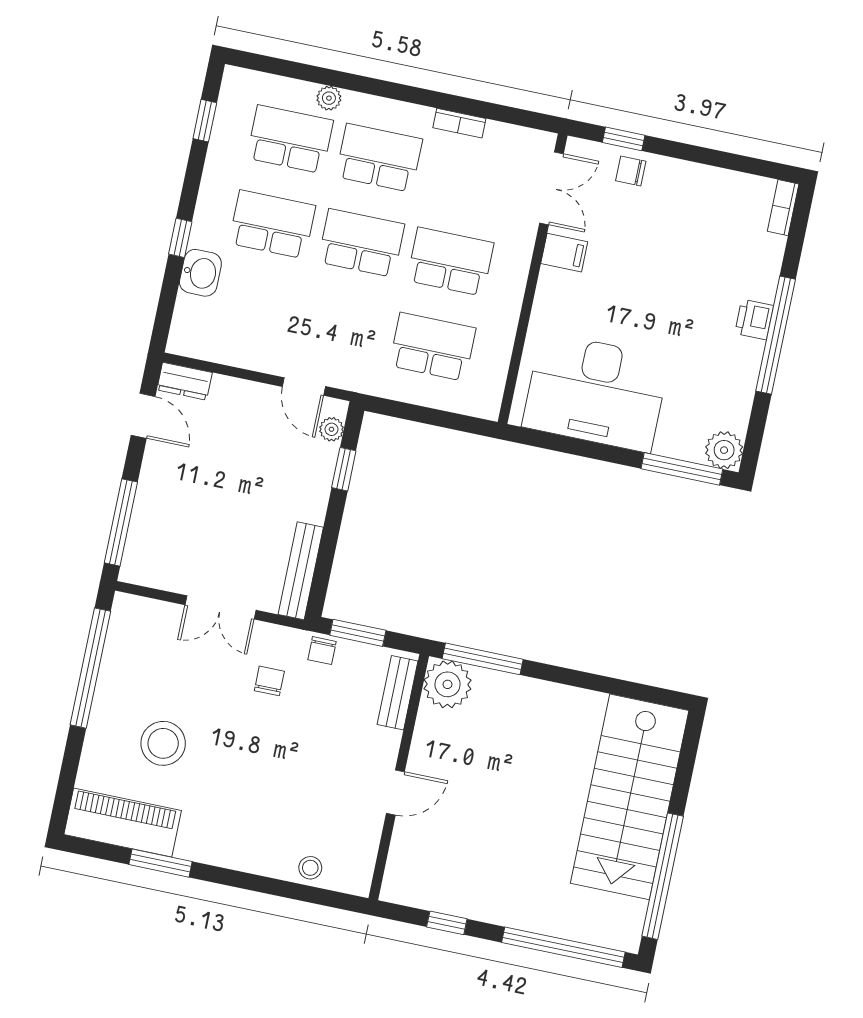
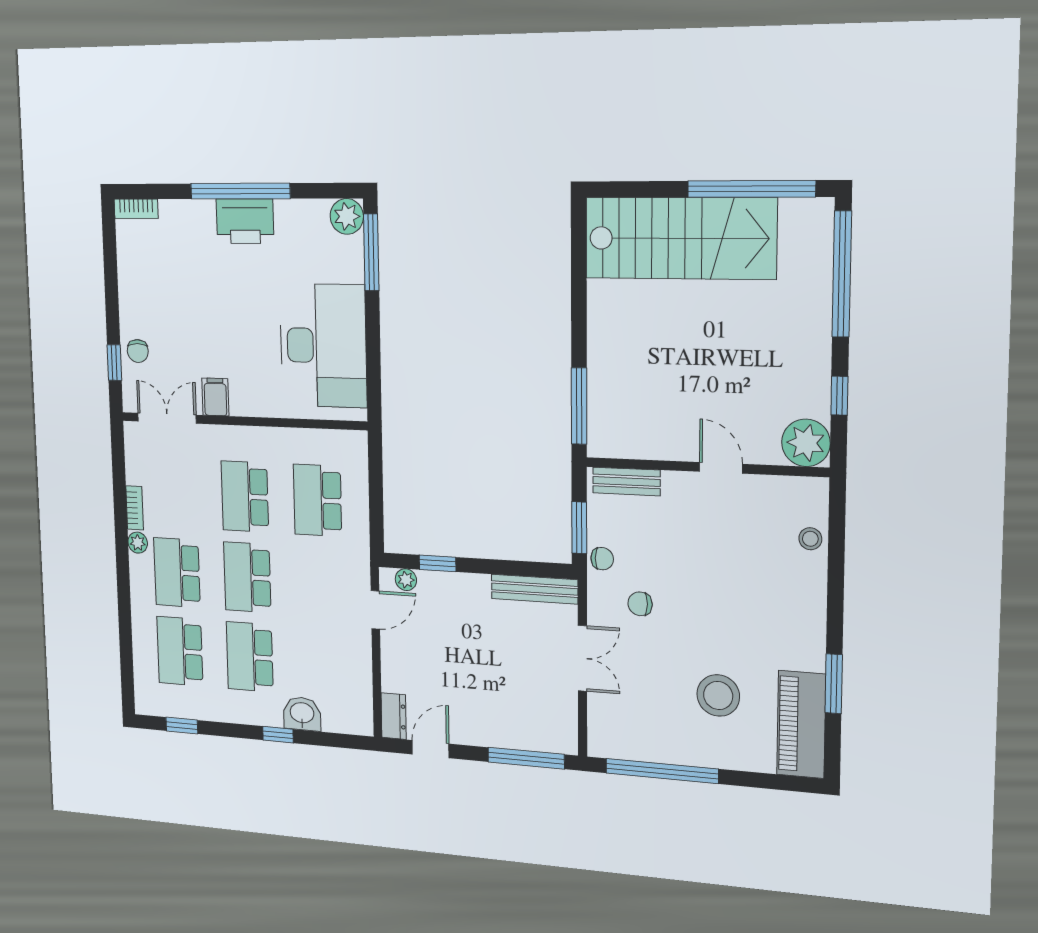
plant: (329, 98) -> (138, 543), moved
printer: (754, 319) -> (245, 221), width x1.87, depth x1.48
plant: (447, 684) -> (806, 443), moved

